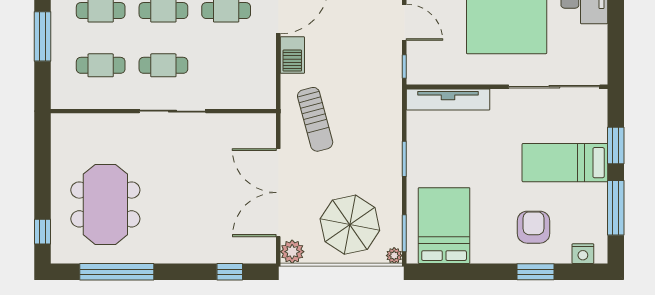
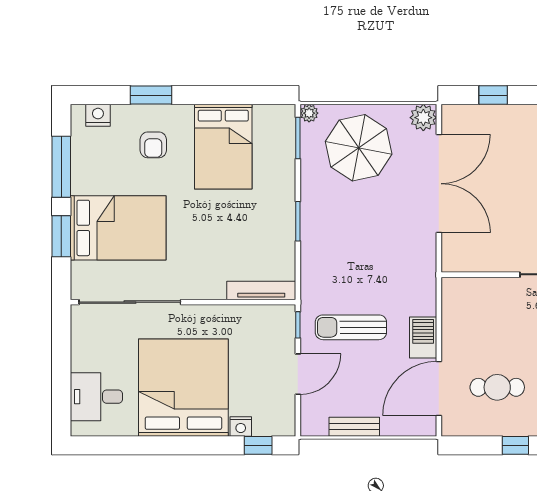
door: (404, 22) -> (298, 374), swing flipped
tv unit: (448, 99) -> (261, 291), width x0.73, depth x0.78
sun lounger: (315, 119) -> (351, 327), moved, turned -75
bed: (565, 163) -> (118, 228), width x1.50
bed: (444, 226) -> (223, 147), moved
armchair: (533, 227) -> (153, 145), width x0.72, depth x0.72

